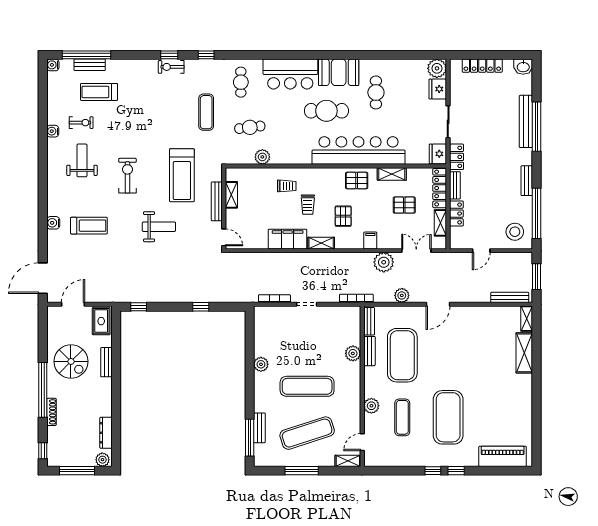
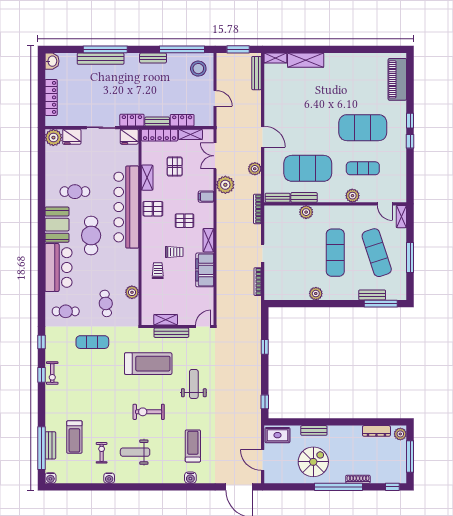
pallet: (357, 180) -> (153, 209), turned 90

